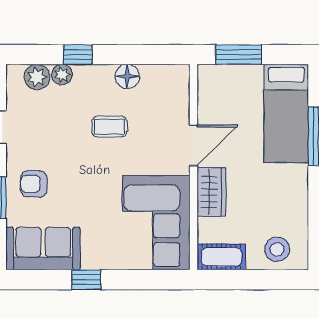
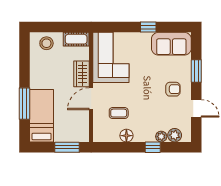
coffee table: (109, 127) -> (119, 113), moved
armchair: (34, 184) -> (173, 89), moved

